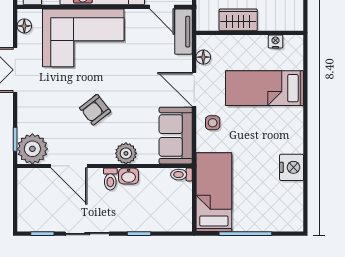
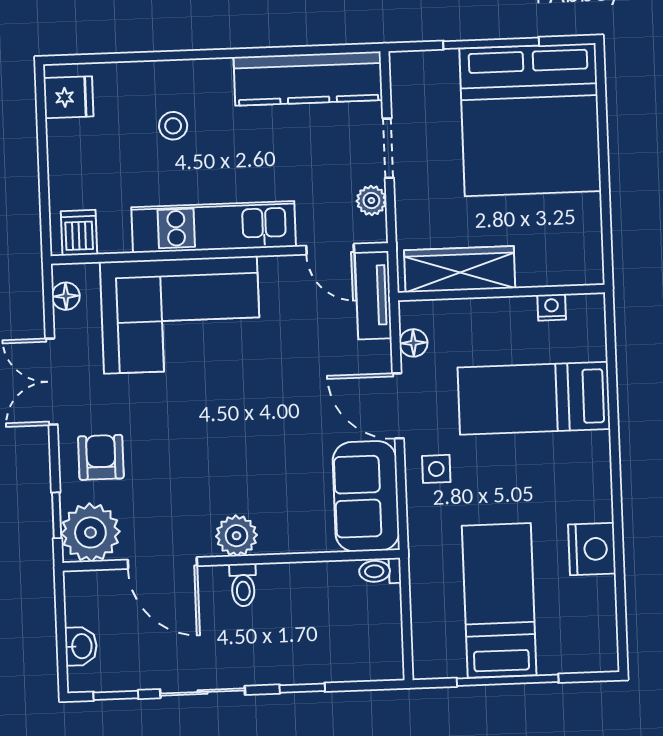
wardrobe: (238, 20) -> (460, 269), width x1.50
armchair: (95, 110) -> (101, 457), moved, turned 128
plant: (126, 153) -> (236, 536), moved
washbasin: (129, 176) -> (81, 646), moved, turned -90
bed: (214, 192) -> (499, 600), moved

